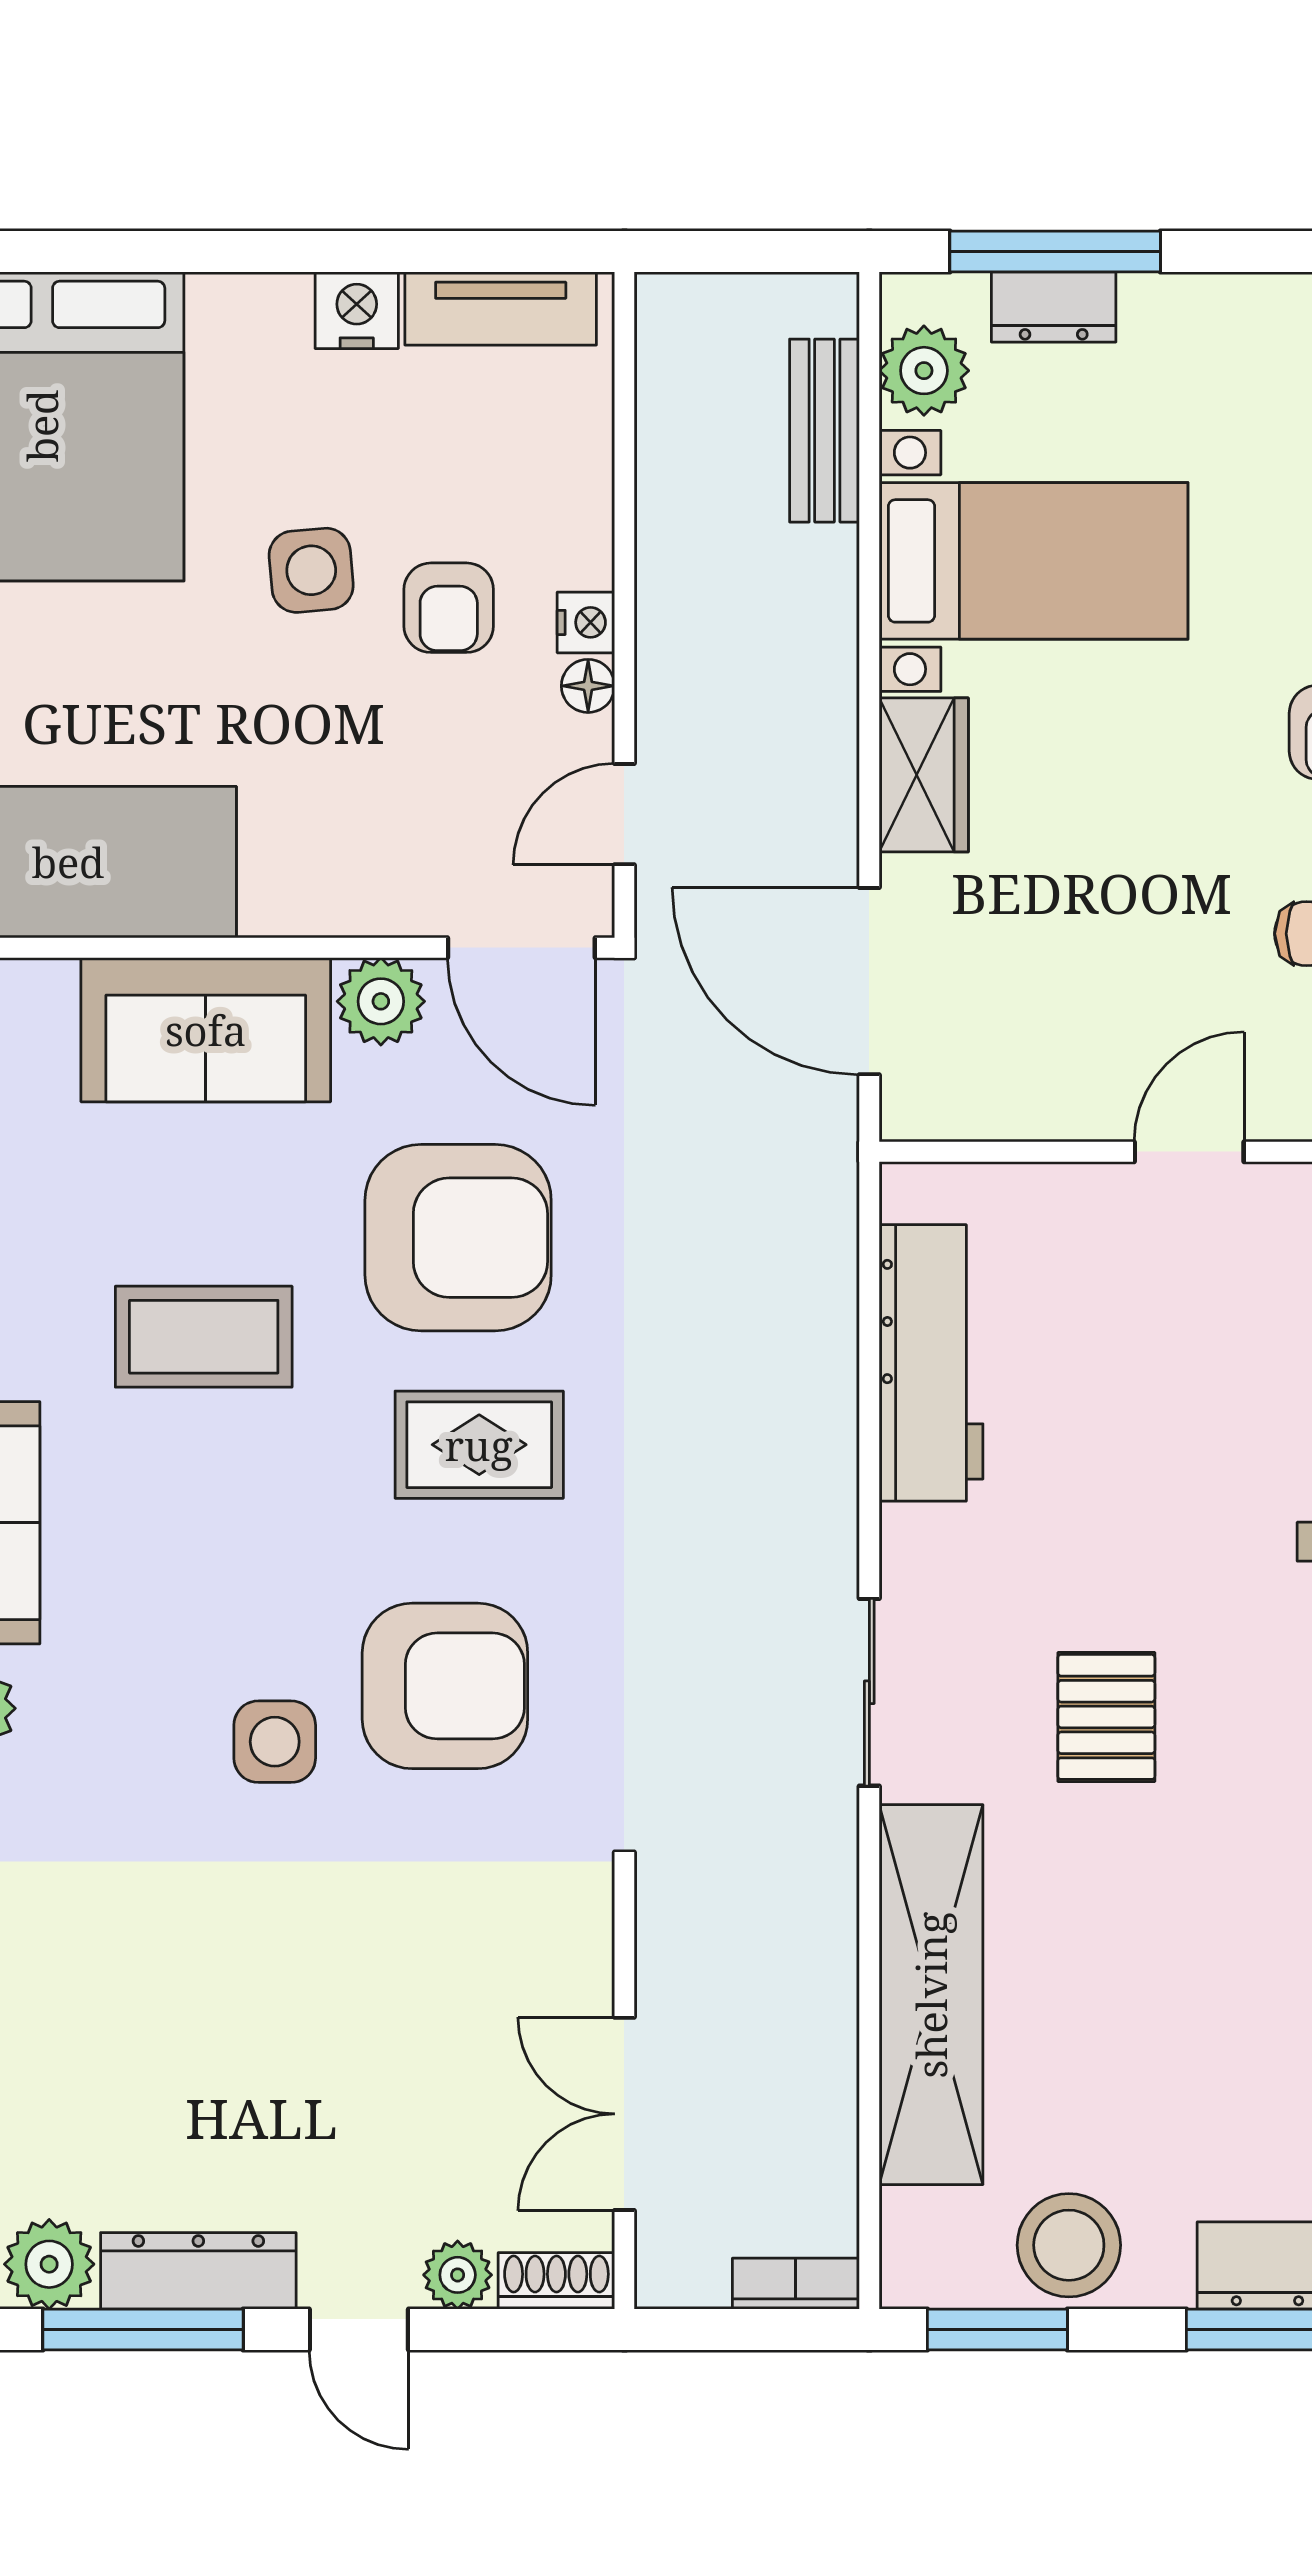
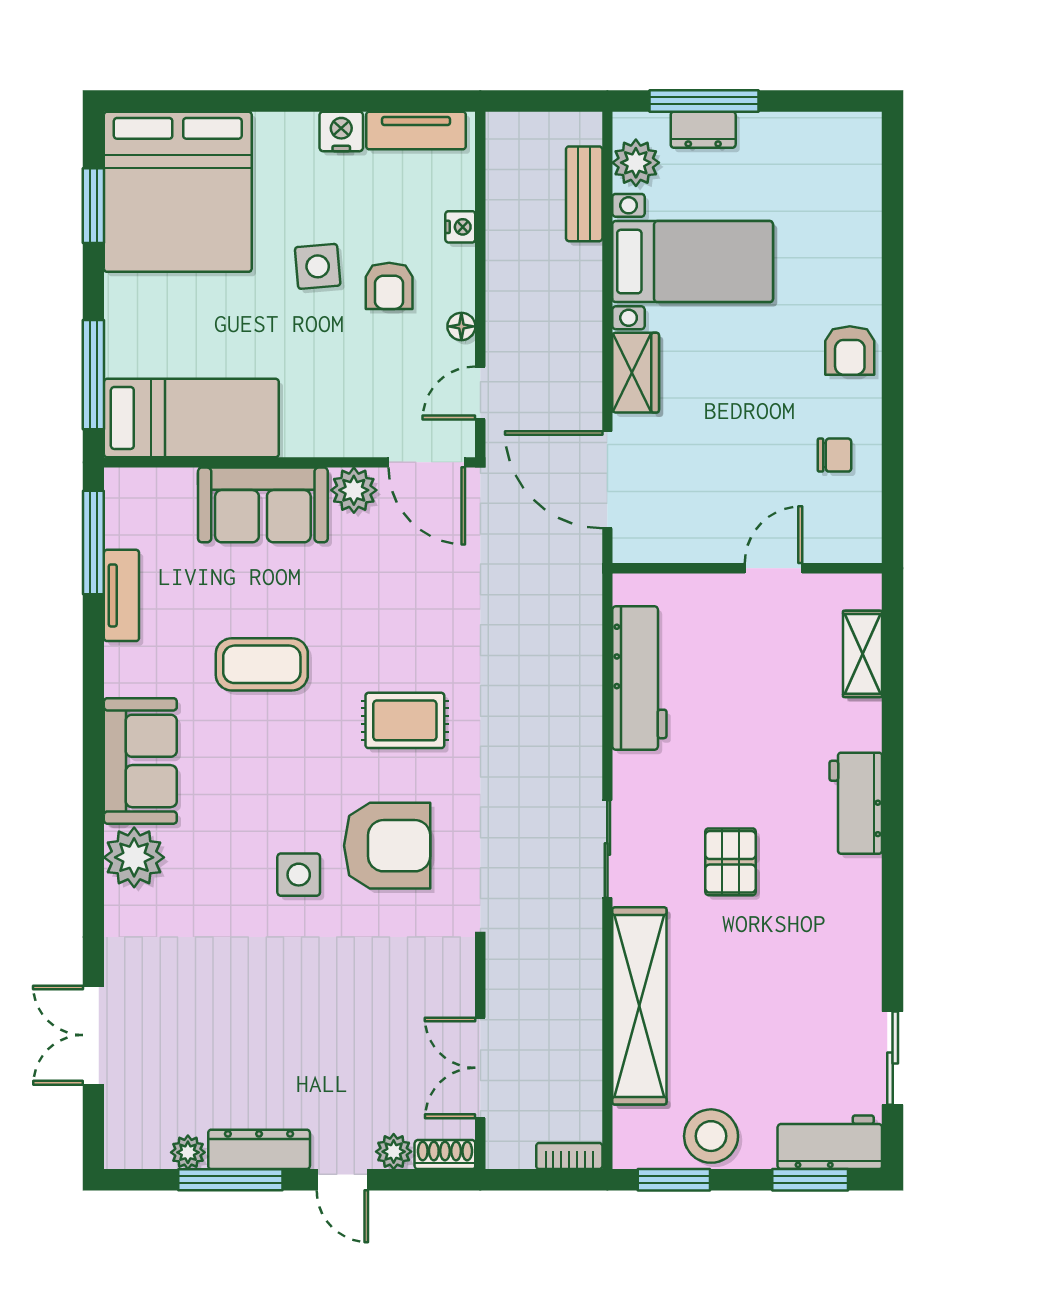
nightstand: (586, 622) -> (460, 227), moved
armchair: (458, 1238) -> (394, 613), removed
plant: (49, 2264) -> (188, 1152), width x0.73, depth x0.73

